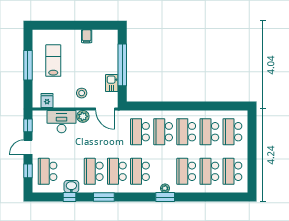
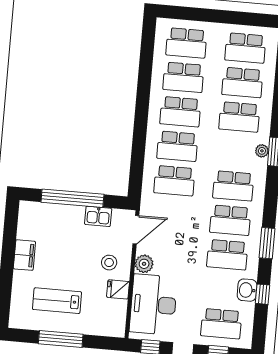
filing cabinet: (87, 36) -> (24, 255), width x2.00
fridge: (47, 101) -> (118, 289), moved
desk: (62, 122) -> (153, 304), width x1.36, depth x1.30

